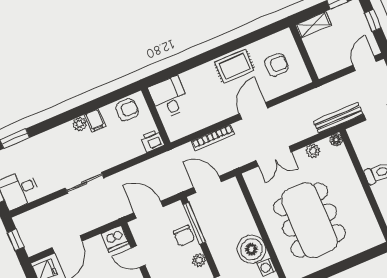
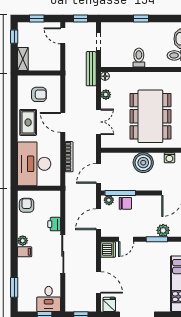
armchair: (276, 65) -> (39, 94), turned 90
desk: (169, 97) -> (34, 164), width x1.87, depth x1.30
filing cabinet: (95, 120) -> (25, 252), moved
printer: (152, 141) -> (54, 224), moved
sliding door: (84, 183) -> (63, 254), width x1.37
dining table: (309, 220) -> (150, 116), turned 90
boiler: (251, 249) -> (143, 163), moved
plant: (199, 260) -> (109, 200), moved

